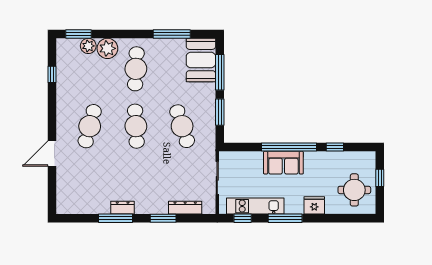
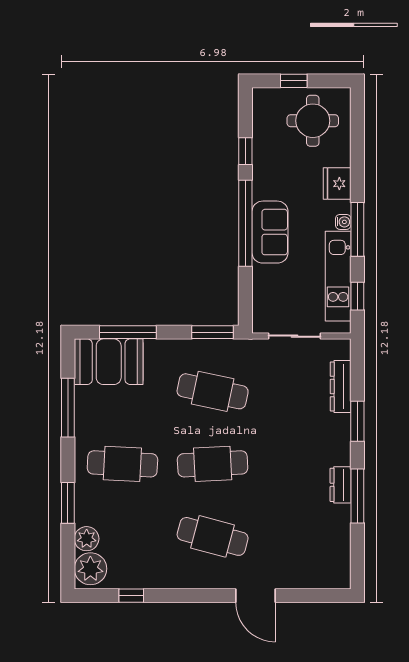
window: (78, 34) -> (68, 503), moved
plant: (107, 48) -> (90, 569), moved
window: (220, 112) -> (213, 332), moved
cafe table: (182, 126) -> (213, 391), turned 30
water cooler: (290, 209) -> (343, 222), added

